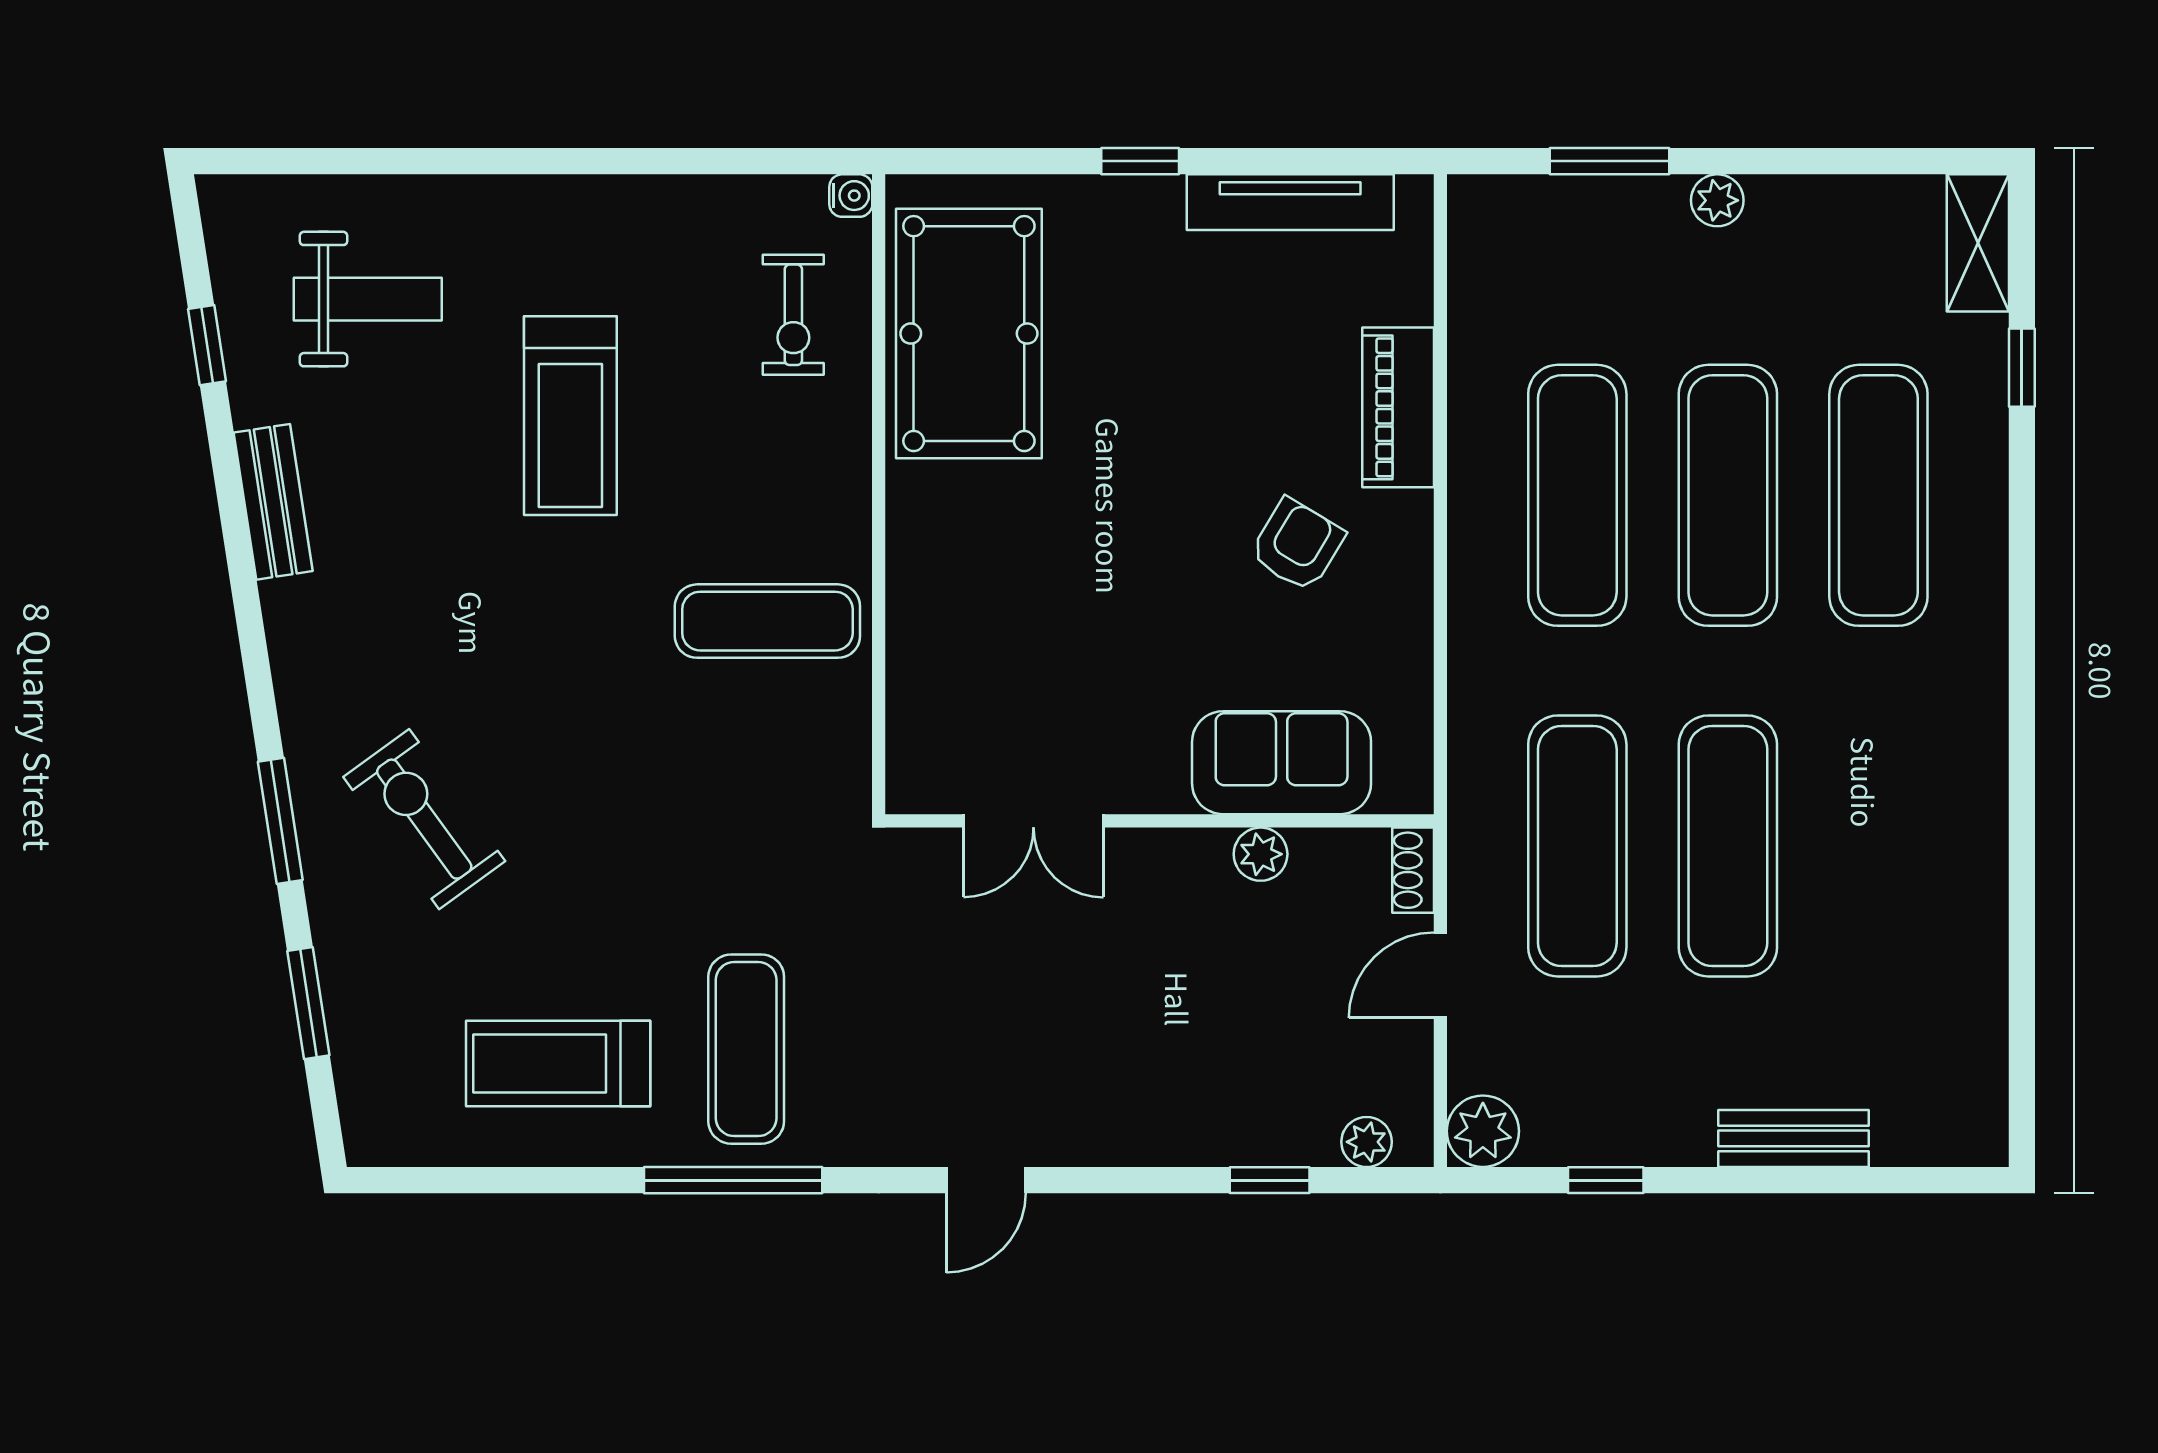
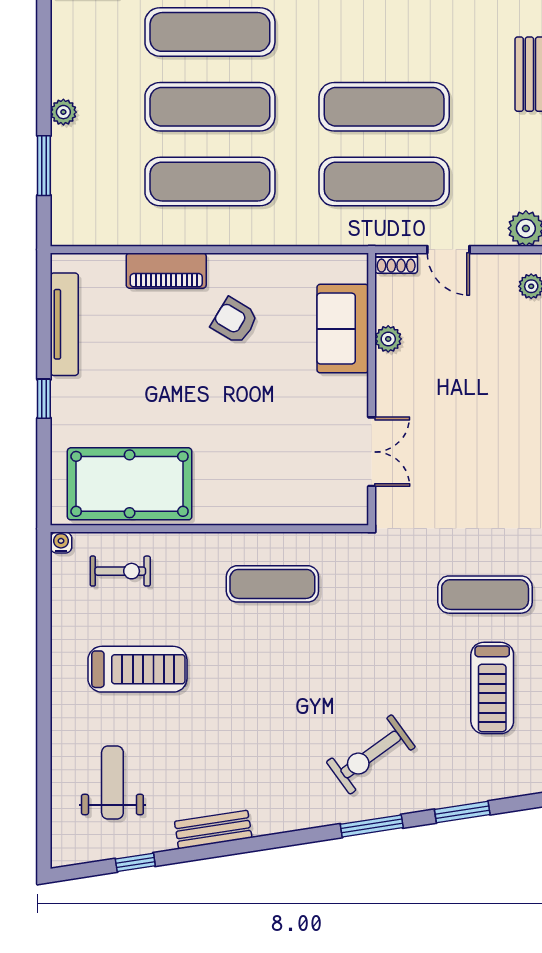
treadmill: (570, 416) -> (137, 669), moved
exercise mat: (767, 621) -> (272, 584), turned 90

